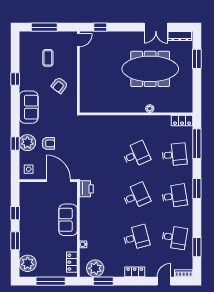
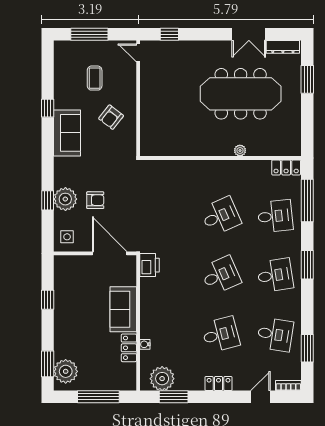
door: (78, 40) -> (138, 53), swing flipped
sofa: (29, 107) -> (67, 133), moved
window: (15, 241) -> (48, 364), moved
locker: (72, 262) -> (129, 348), moved

